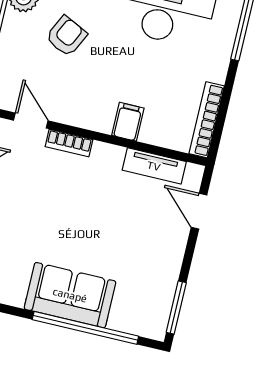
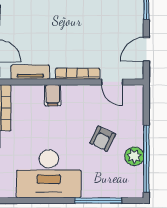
bookcase: (69, 143) -> (78, 74), width x1.56

